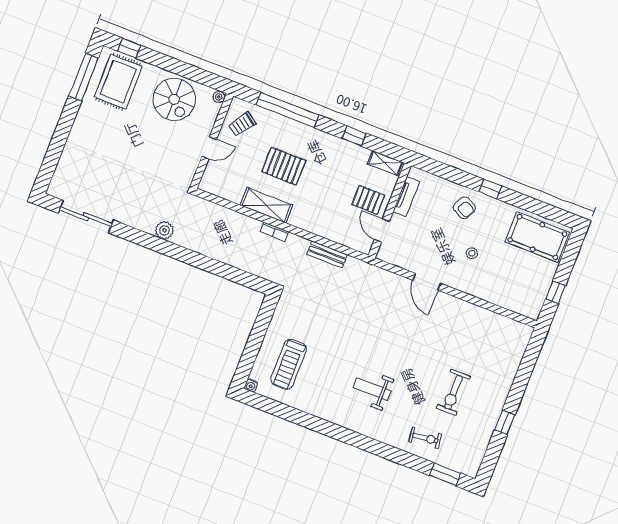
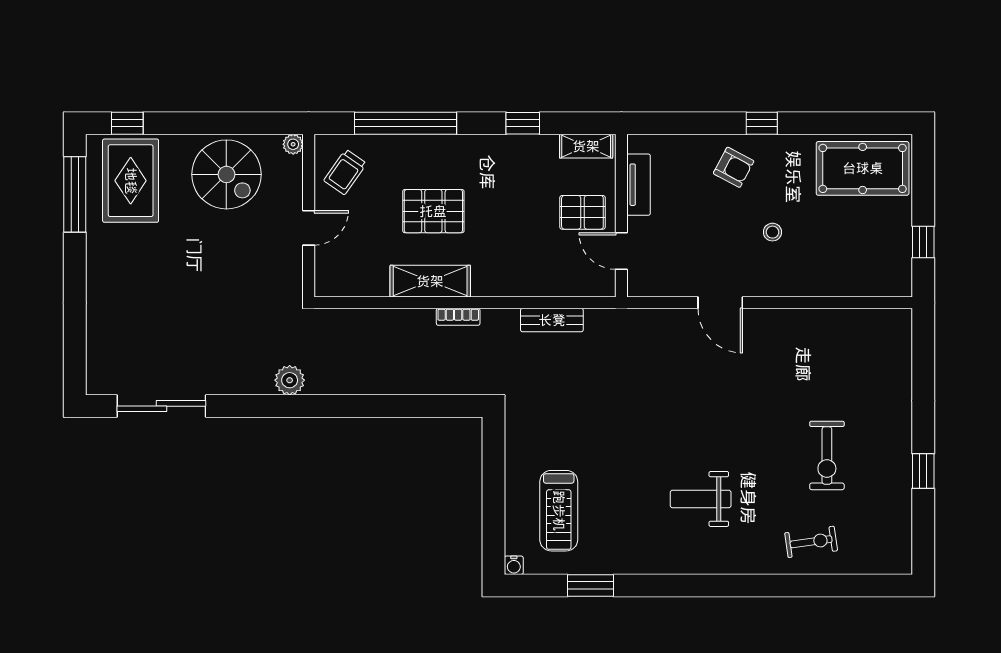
window: (445, 474) -> (591, 585), moved

